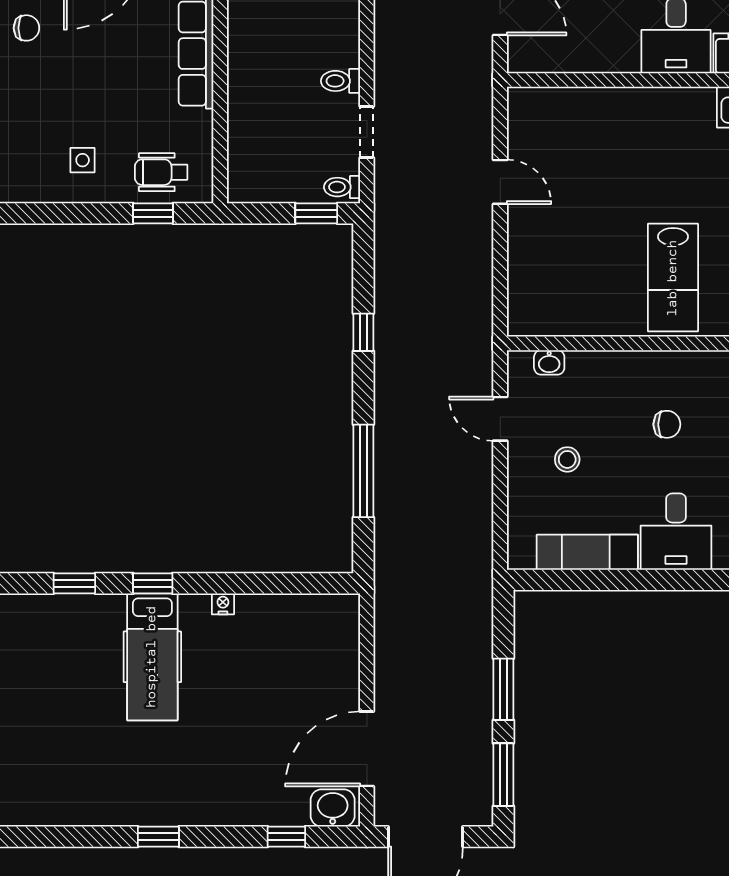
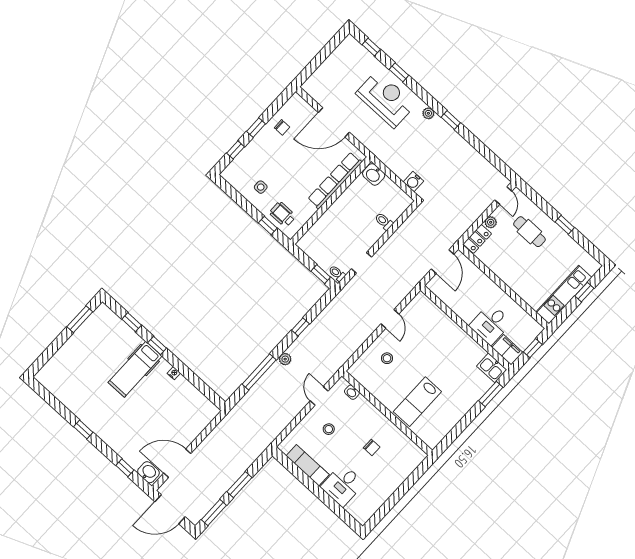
toilet: (341, 81) -> (384, 221), moved
stool: (556, 252) -> (387, 358), added
plant: (387, 410) -> (285, 359), added

